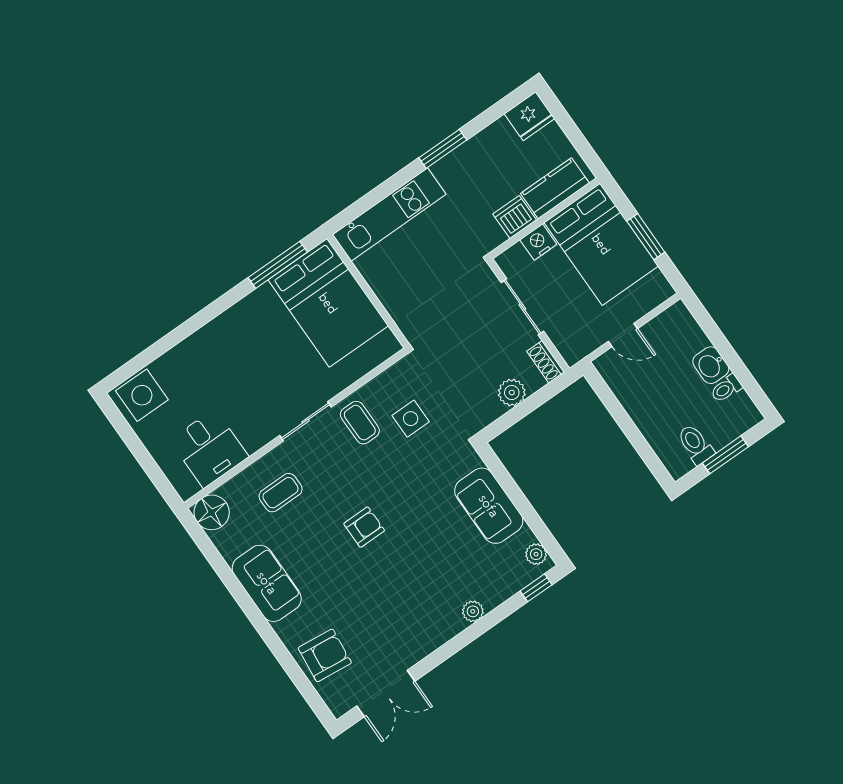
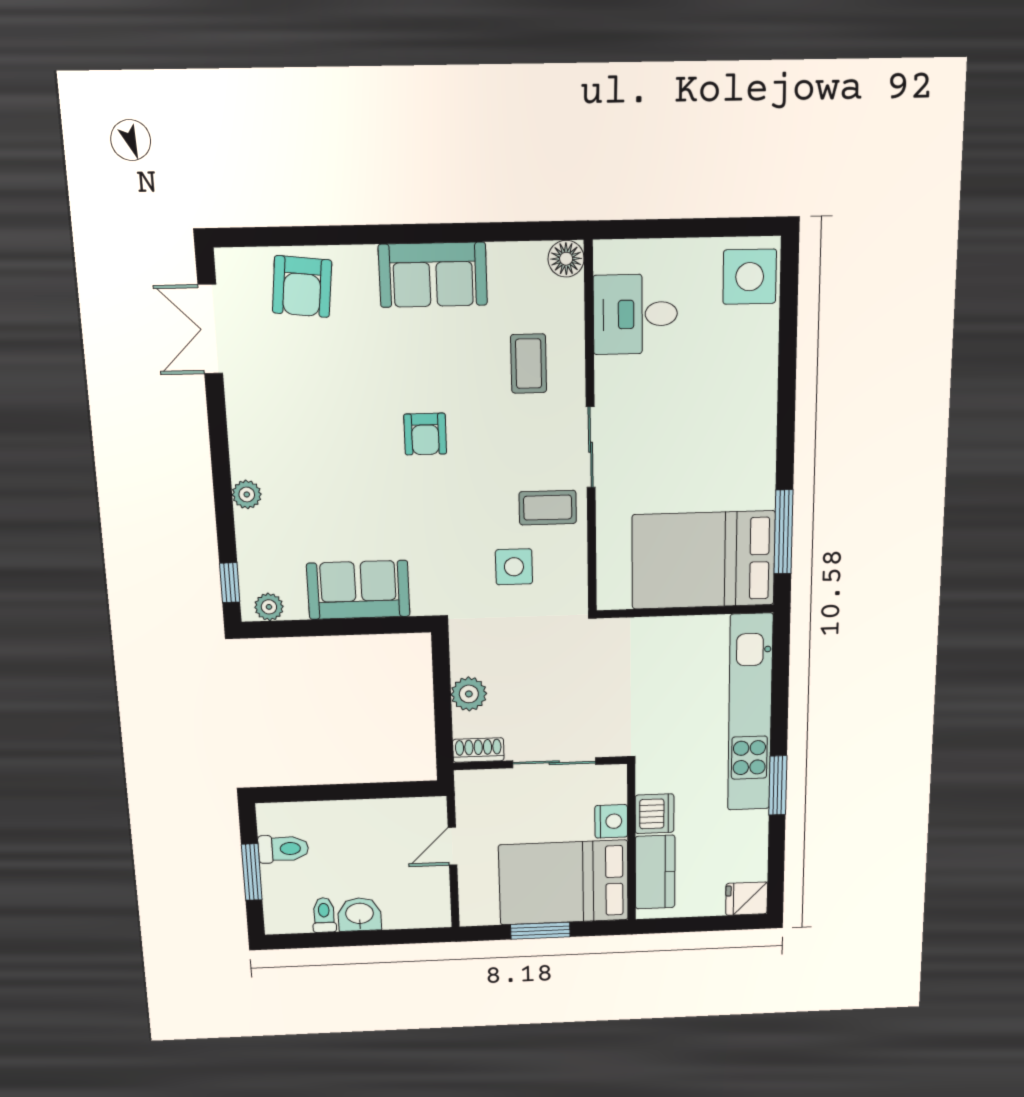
fridge: (530, 116) -> (747, 899), width x0.72
kitchen unit: (389, 215) -> (750, 713), width x1.36
floor lamp: (212, 512) -> (566, 259), width x0.73, depth x0.73

